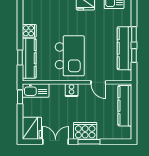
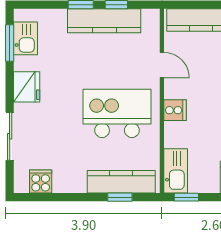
cooker: (29, 31) -> (41, 181), moved
door: (98, 82) -> (162, 65), hinge flipped

